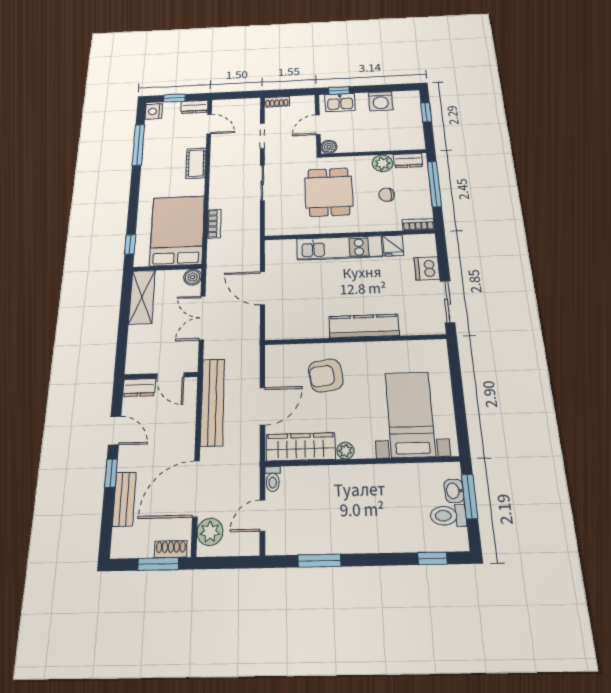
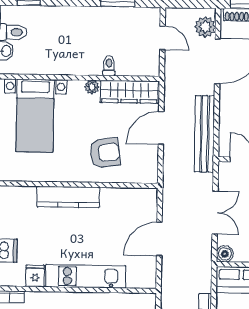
door: (262, 288) -> (159, 239), swing flipped
toilet: (273, 479) -> (109, 66), moved
door: (262, 516) -> (162, 38), hinge flipped

